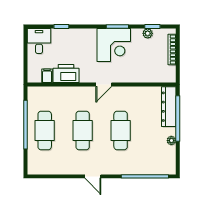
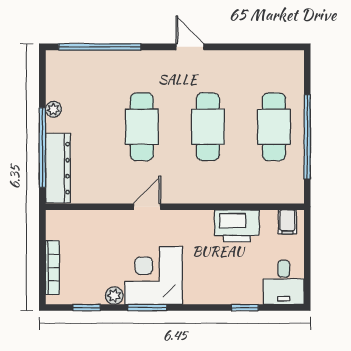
plant: (148, 33) -> (114, 296), moved
filing cabinet: (47, 76) -> (287, 222), moved
door: (104, 85) -> (147, 207), moved

